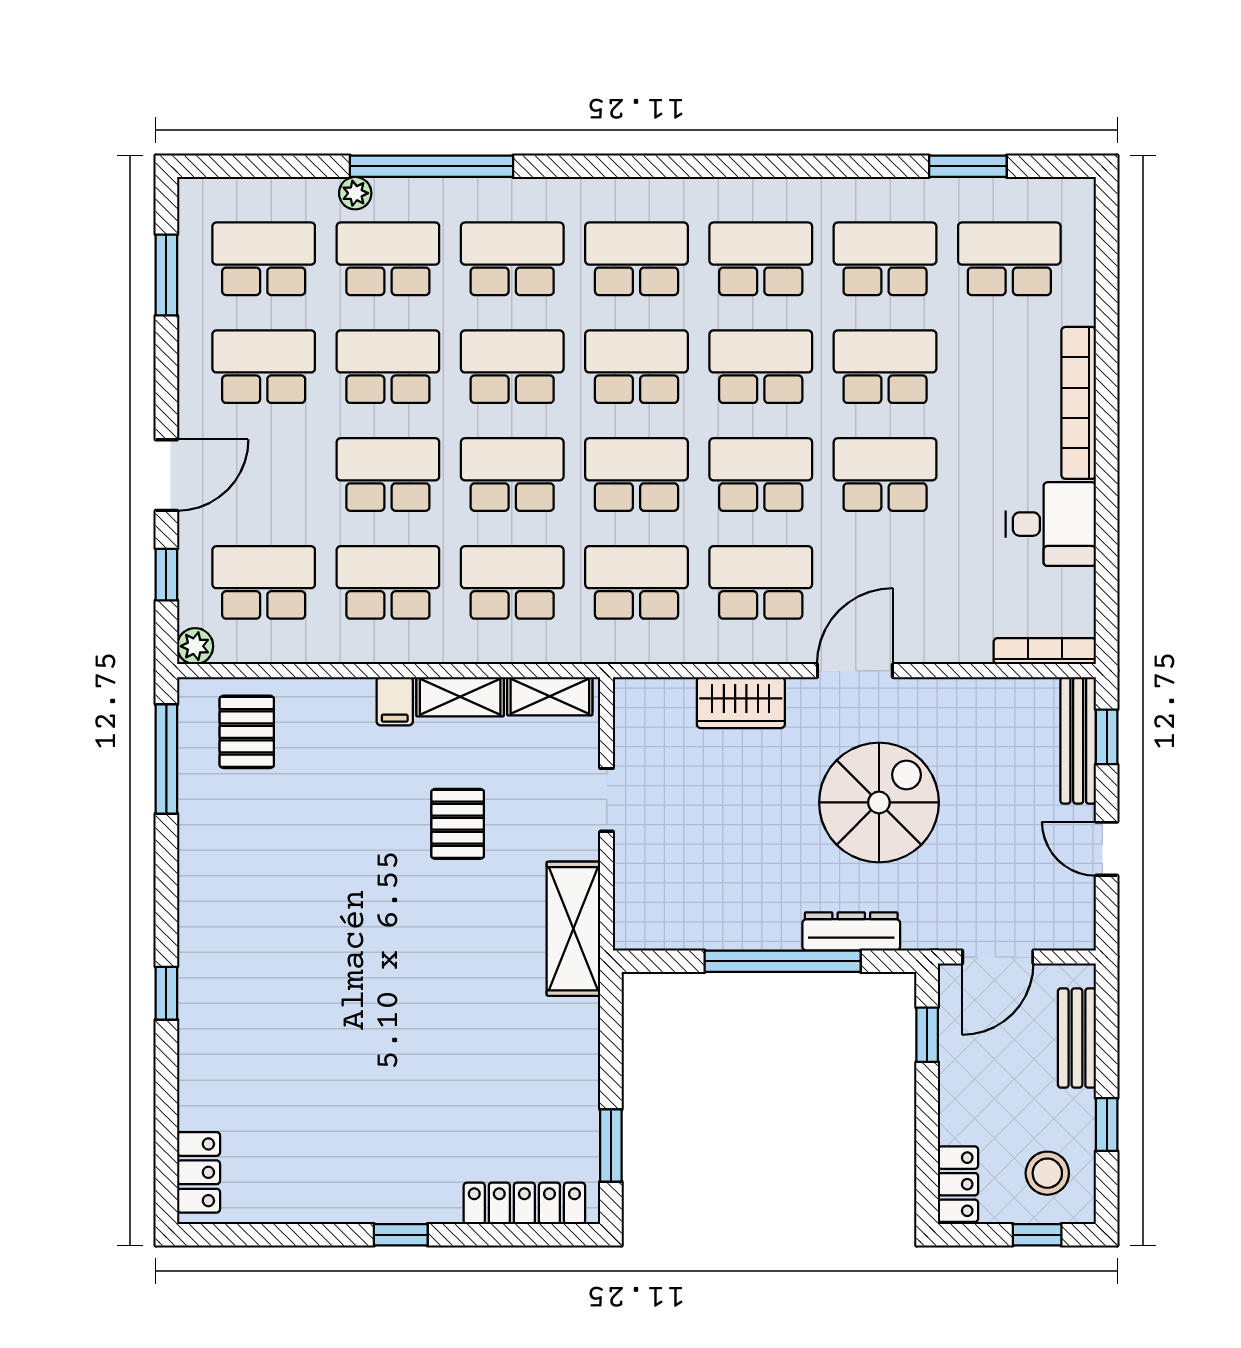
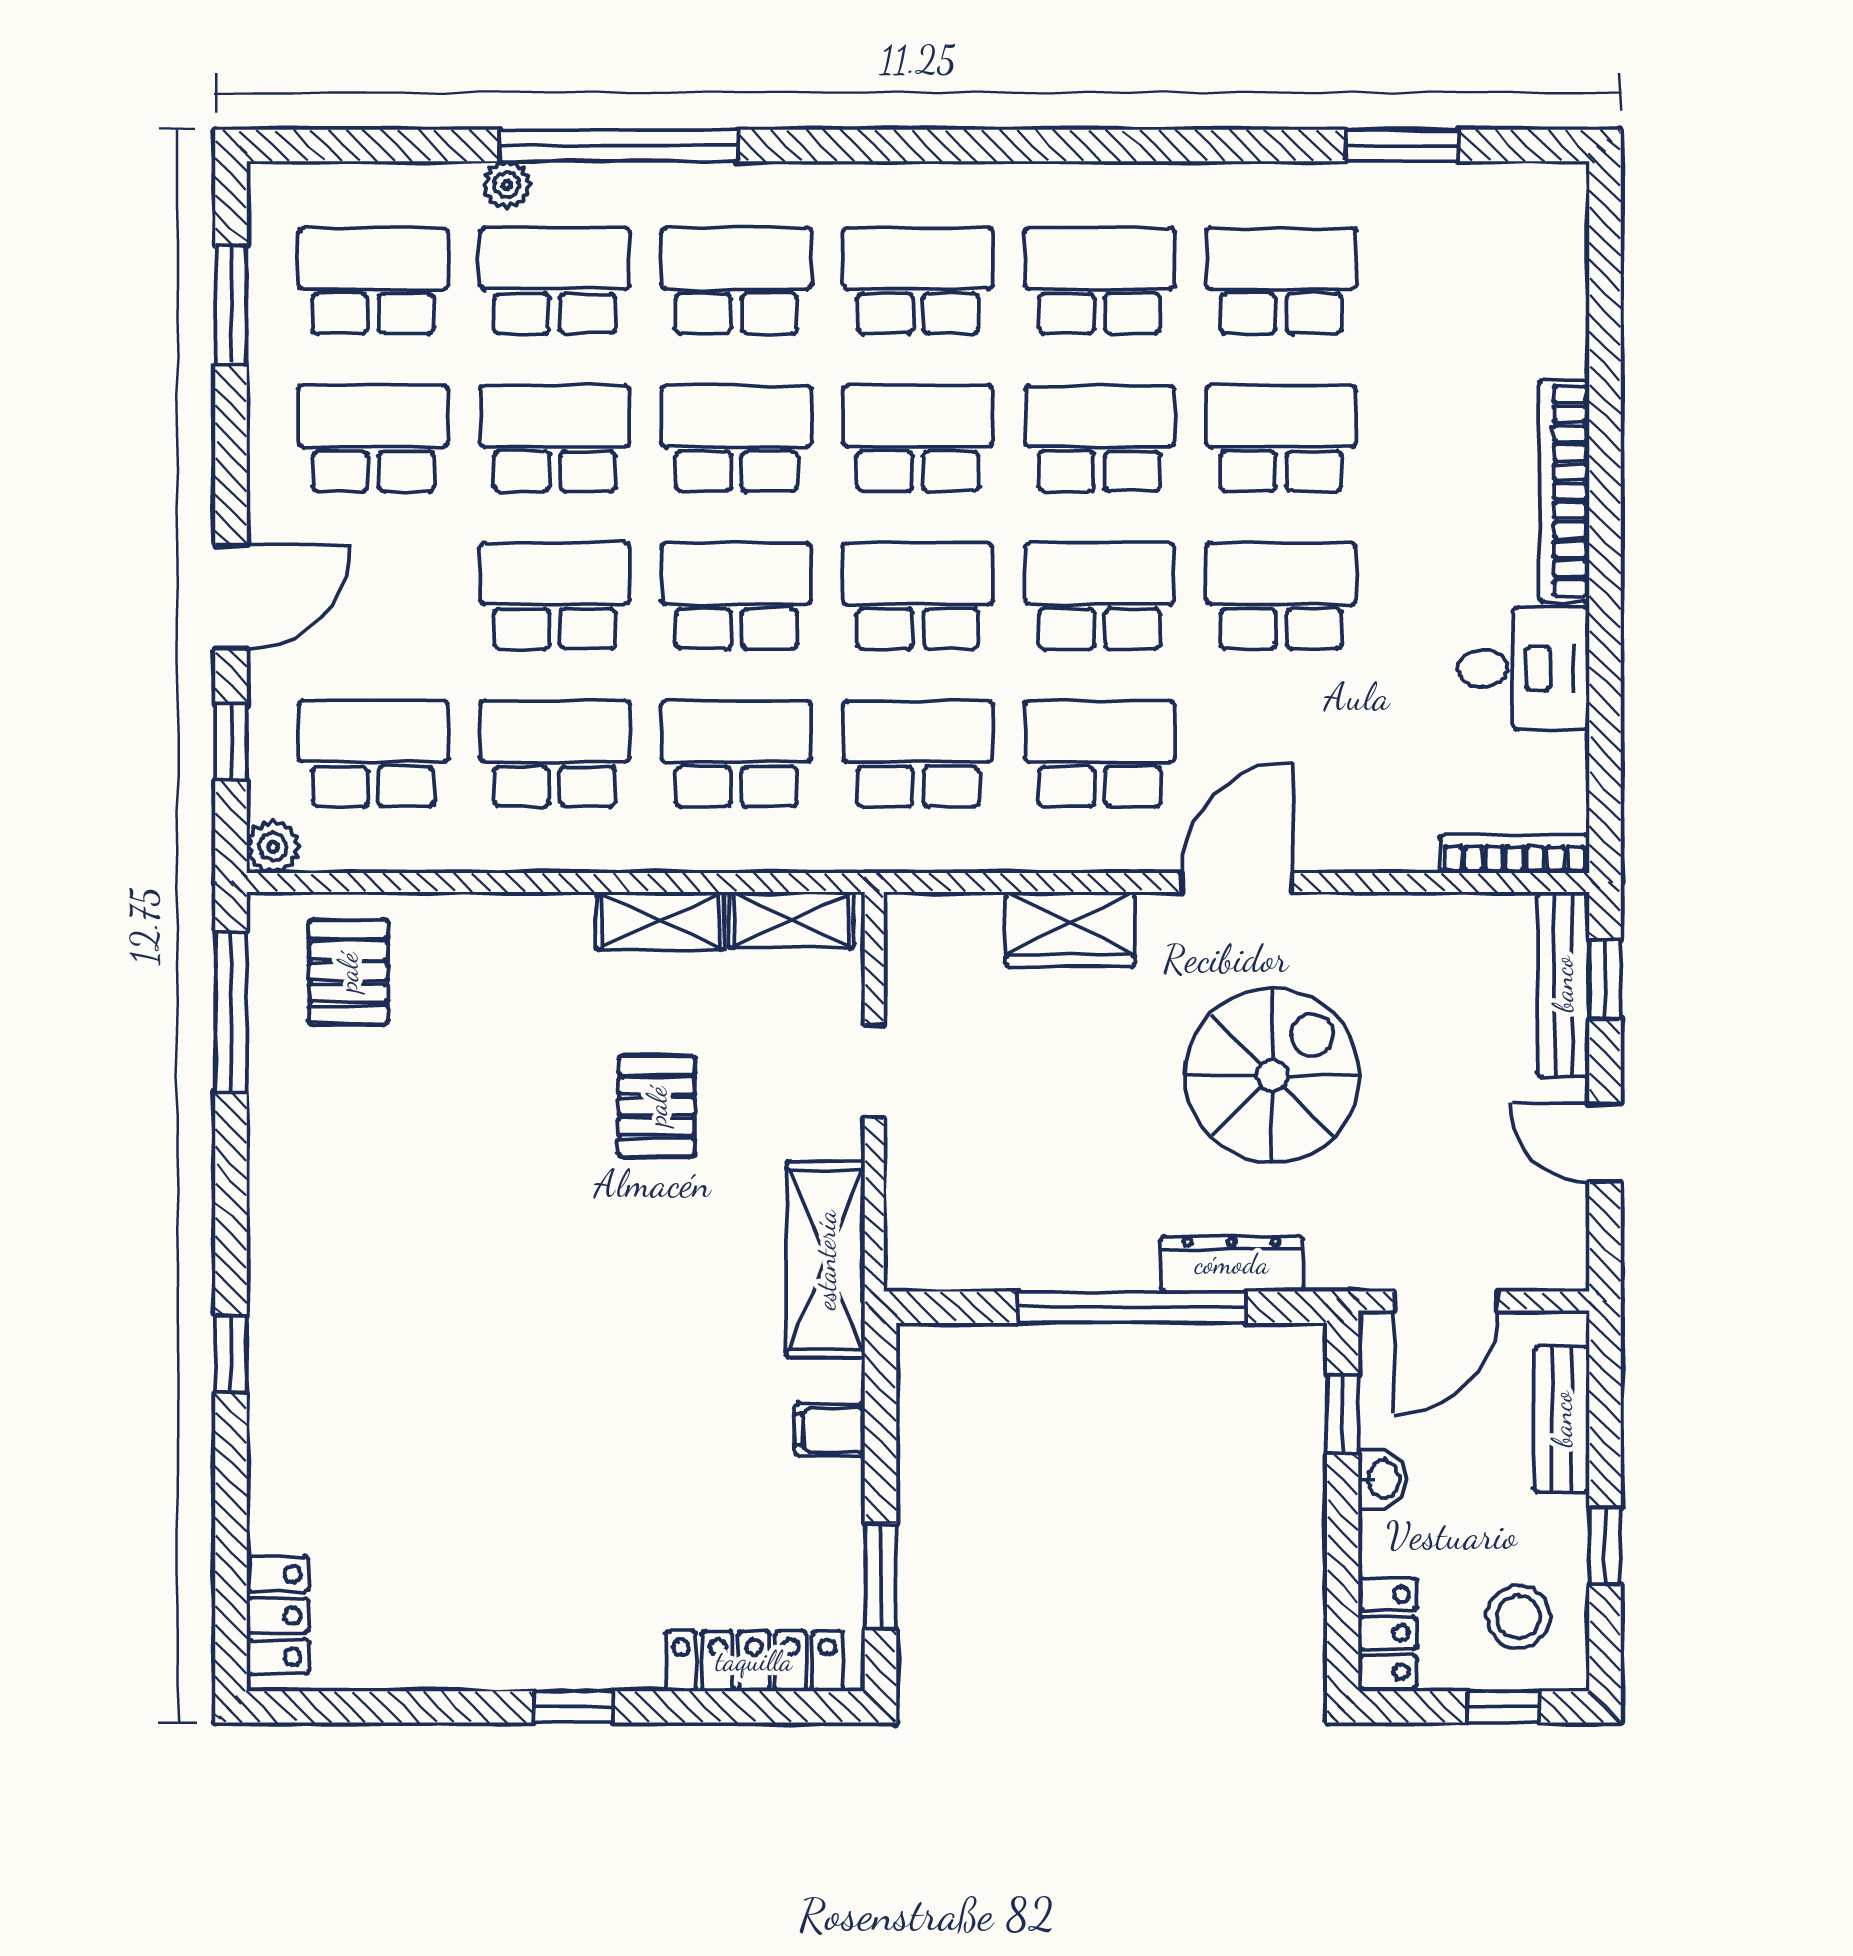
school desk: (1009, 259) -> (1463, 281), removed
filing cabinet: (395, 701) -> (830, 1430), moved, turned 90
washbasin: (954, 1079) -> (1382, 1479), added

